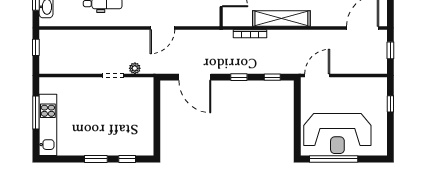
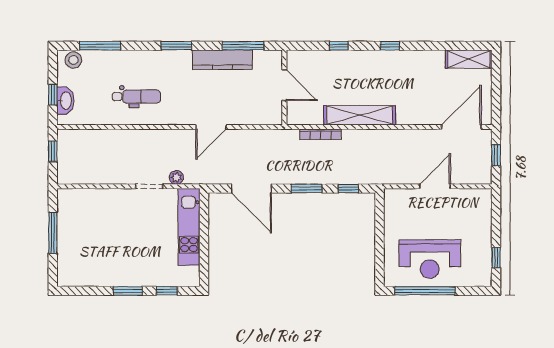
door: (317, 75) -> (435, 186), moved
window: (239, 77) -> (307, 189), width x1.50
window: (390, 104) -> (496, 258), moved
kitchen unit: (48, 125) -> (189, 227), moved, turned 180
reception desk: (337, 134) -> (430, 259), width x0.74, depth x0.77

